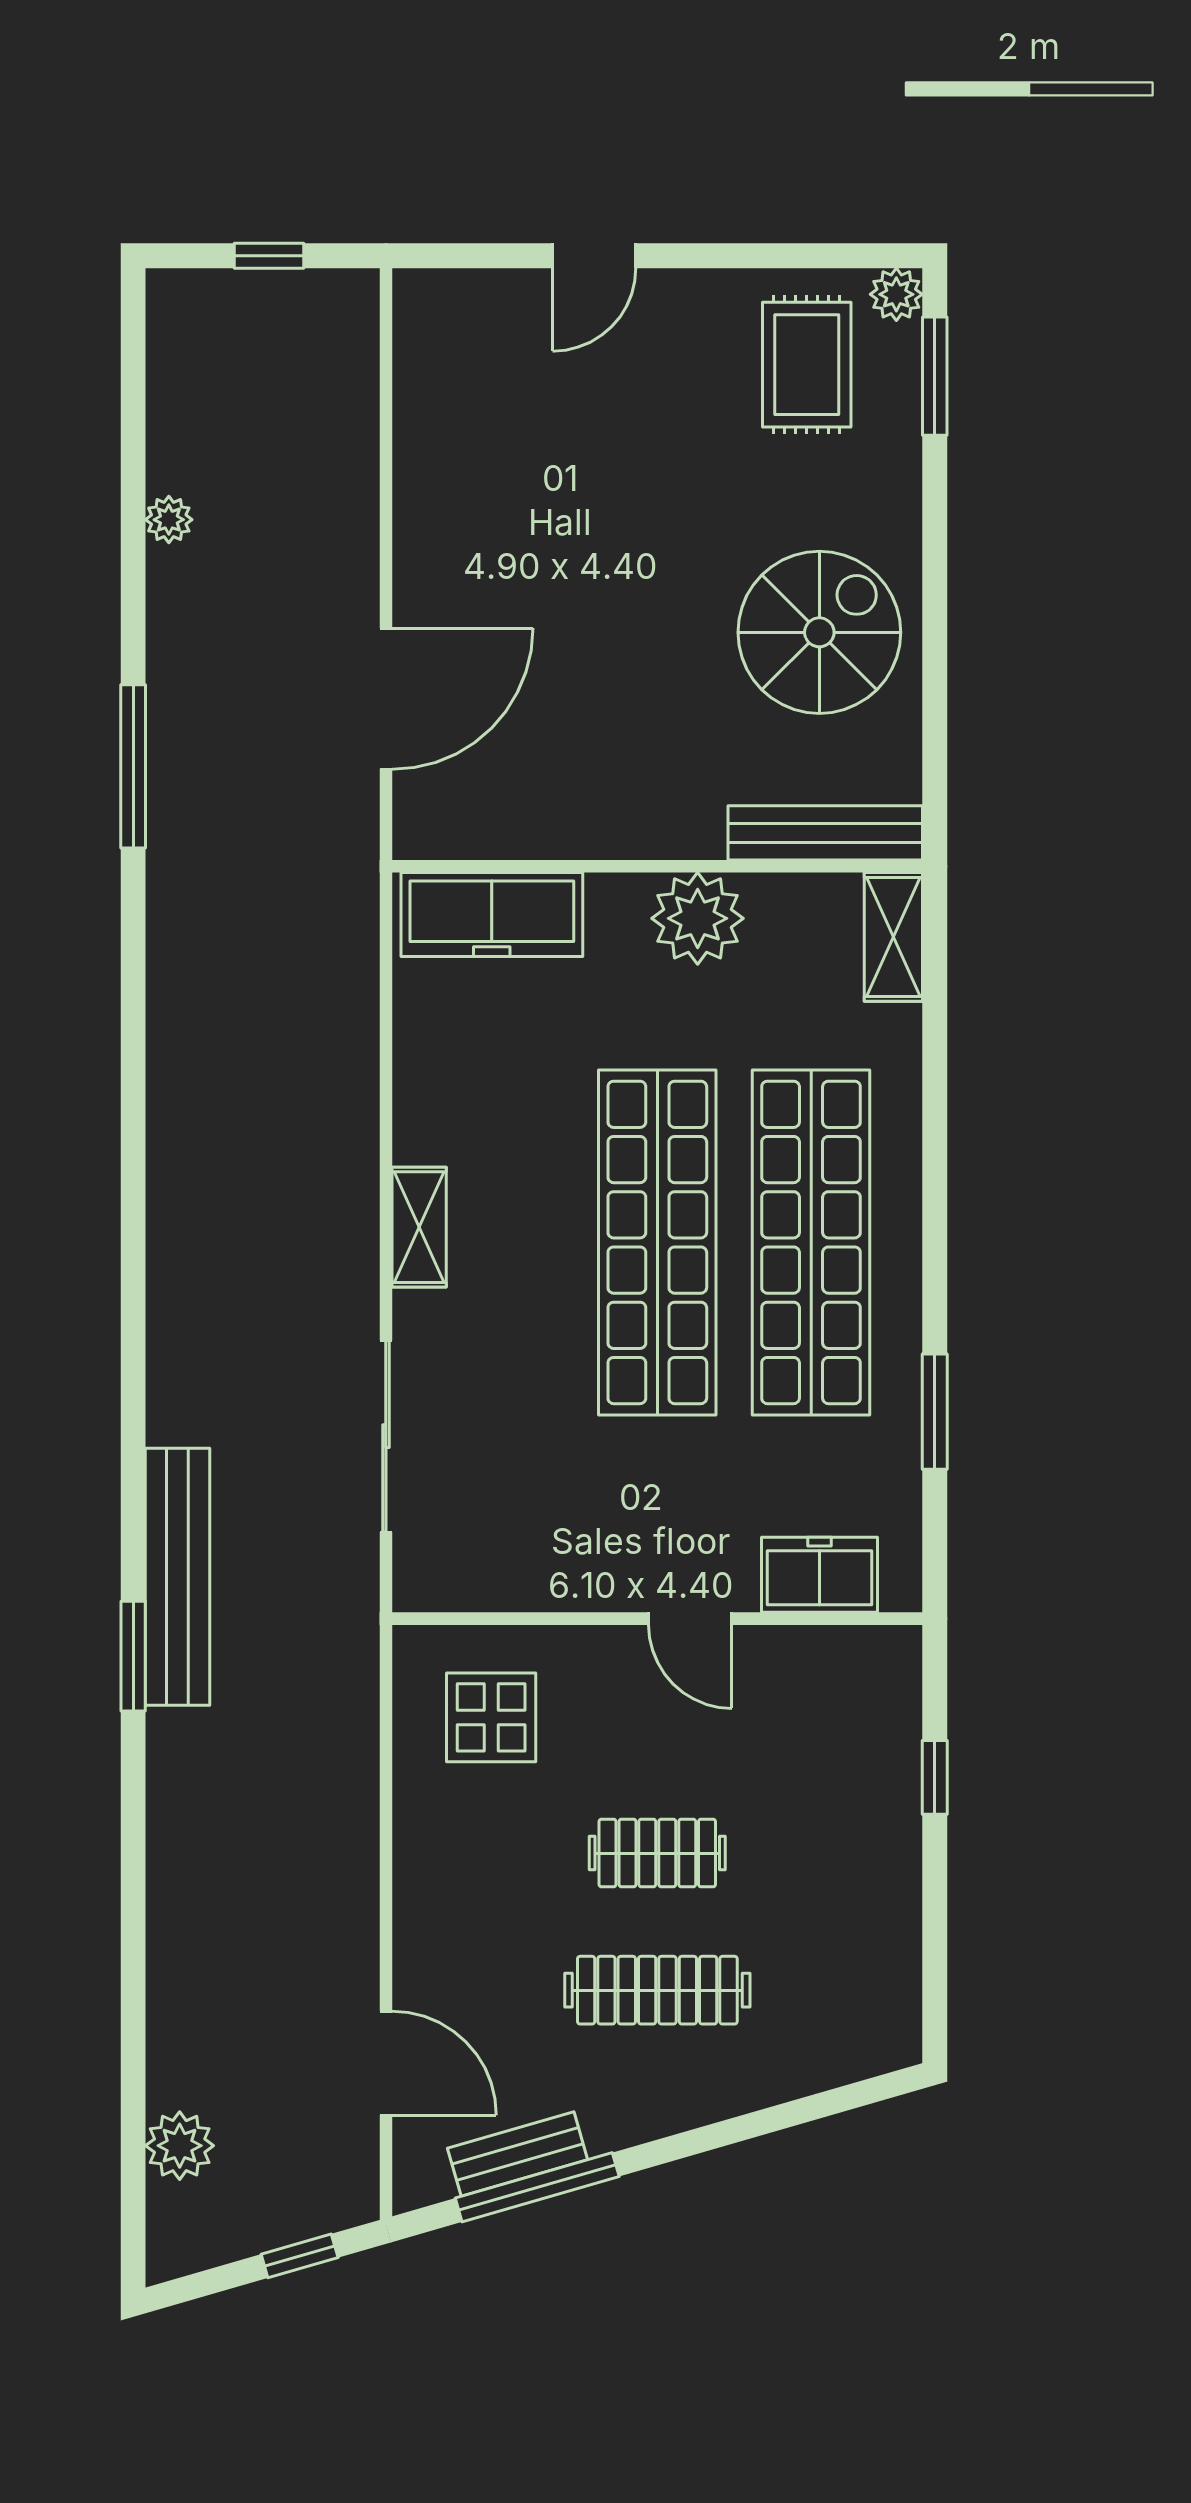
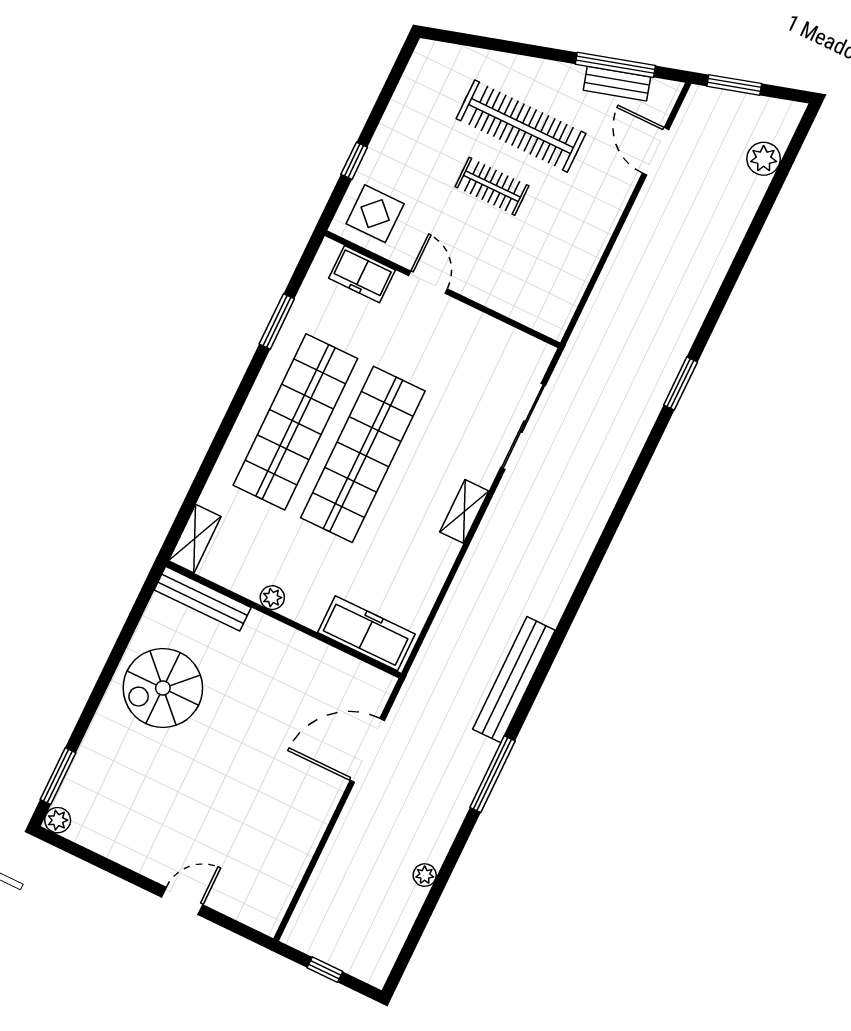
rug: (807, 365) -> (112, 808), removed
plant: (698, 918) -> (272, 598), width x0.53, depth x0.53
bench: (177, 1577) -> (514, 680), moved
display table: (491, 1717) -> (375, 214), moved
clothes rail: (657, 1990) -> (521, 126), width x1.37, depth x1.31
window: (300, 2256) -> (734, 85), width x1.50

